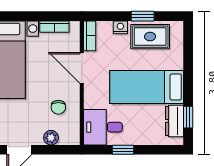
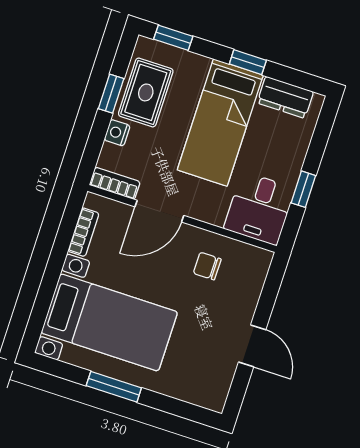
window: (188, 42) -> (173, 38), added
chair: (58, 107) -> (207, 266), turned 180
window: (188, 117) -> (248, 62), moved
plant: (51, 138) -> (250, 292), removed

